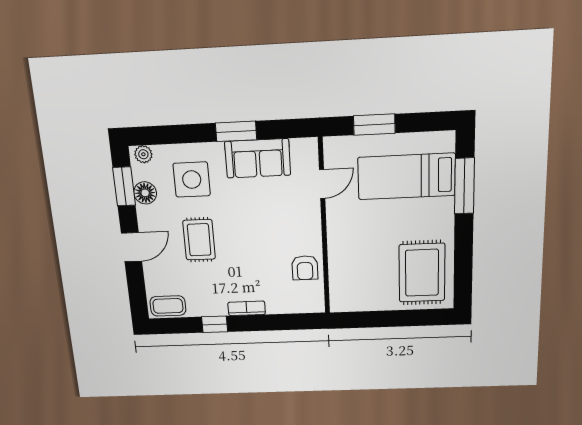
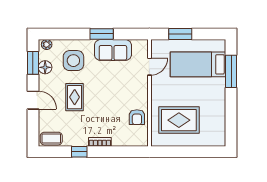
door: (132, 247) -> (33, 100), hinge flipped
rug: (422, 273) -> (179, 120), moved, turned 90

